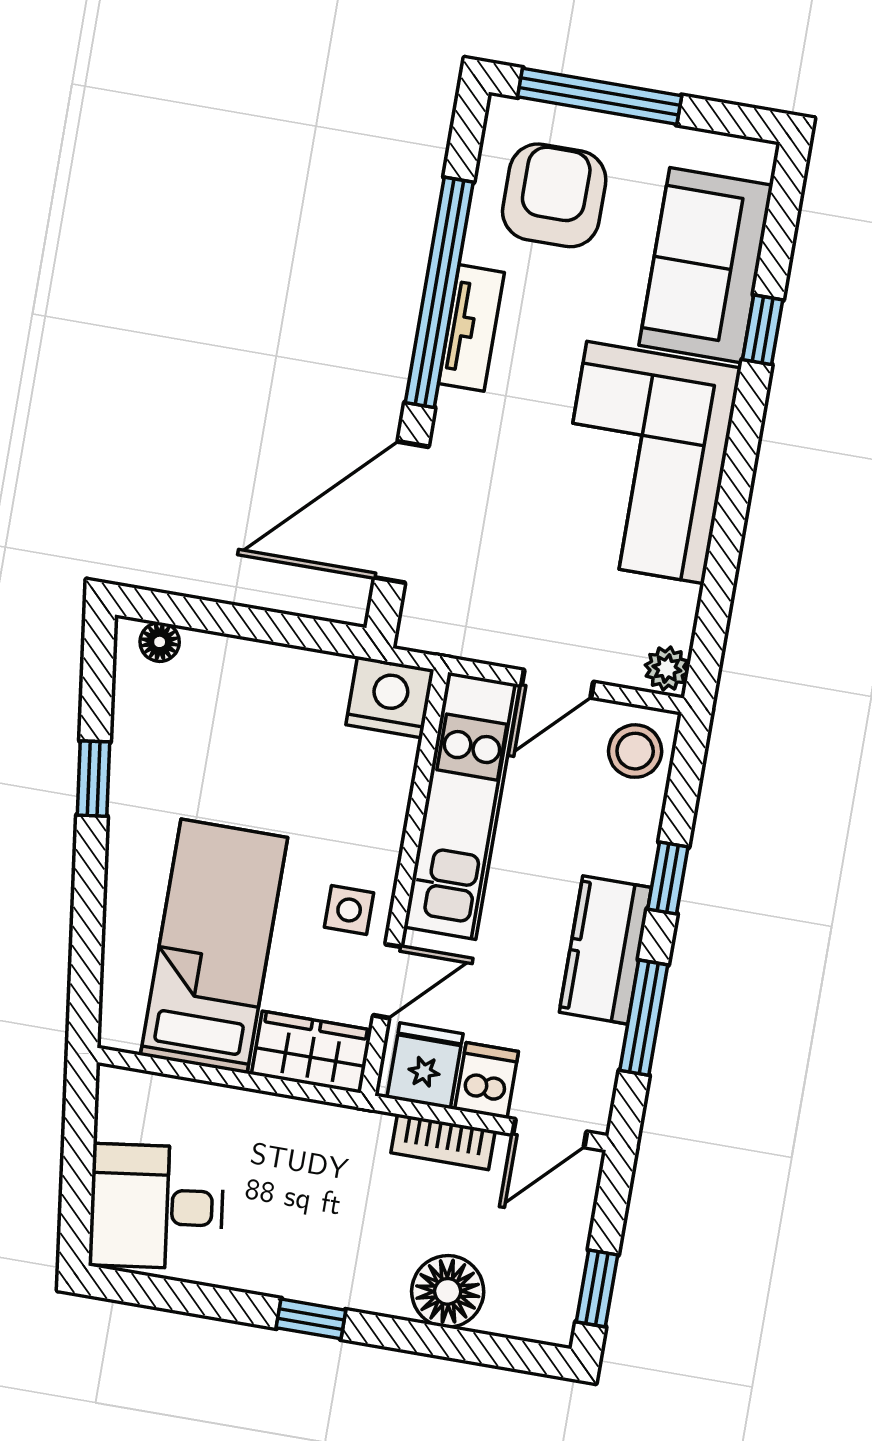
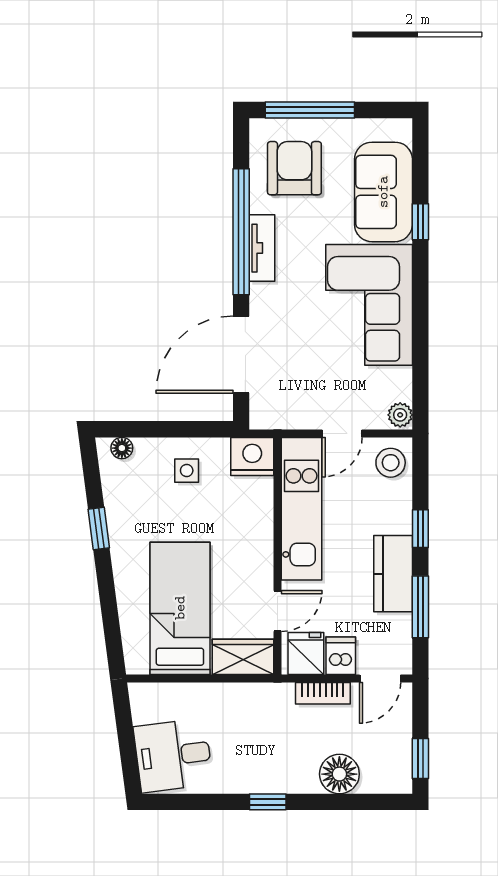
side table: (349, 910) -> (187, 471), moved

